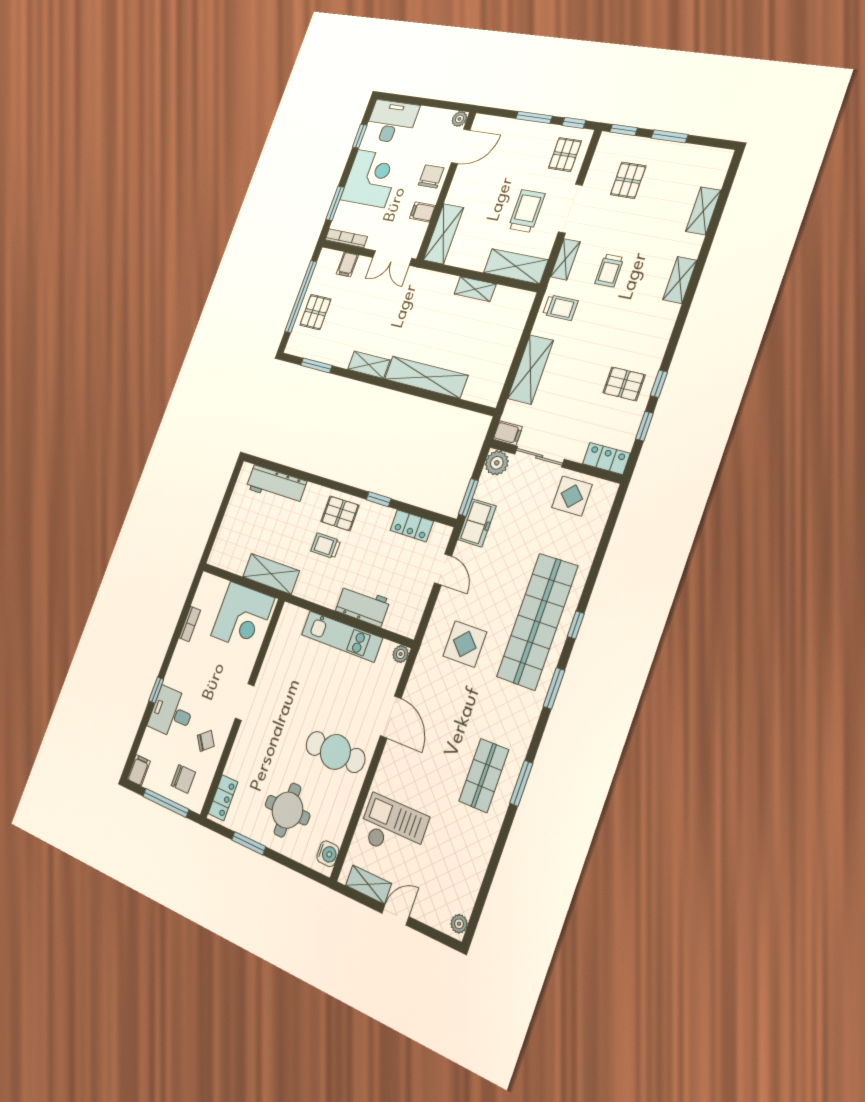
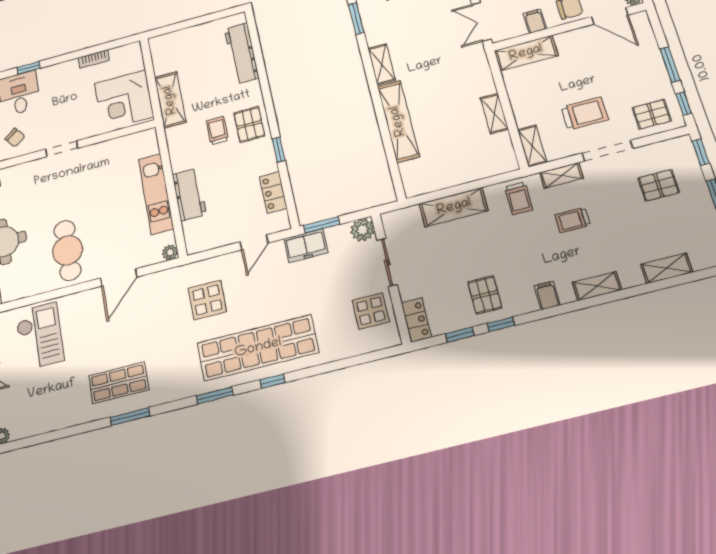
shelving: (516, 266) -> (532, 146), width x0.67, depth x0.75
filing cabinet: (508, 433) -> (547, 295), moved, turned 180

